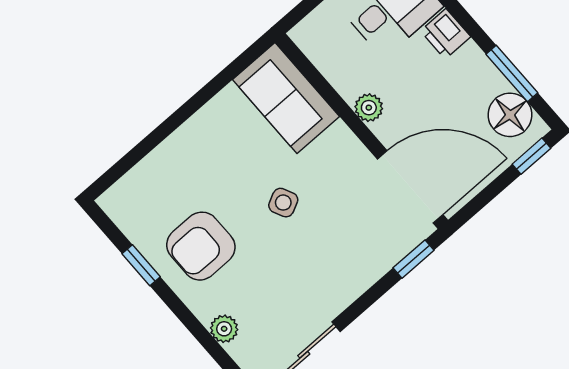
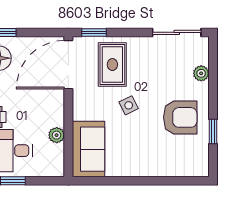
plant: (369, 108) -> (57, 135), moved
door: (410, 187) -> (68, 65), hinge flipped
rug: (352, 238) -> (112, 65), added

